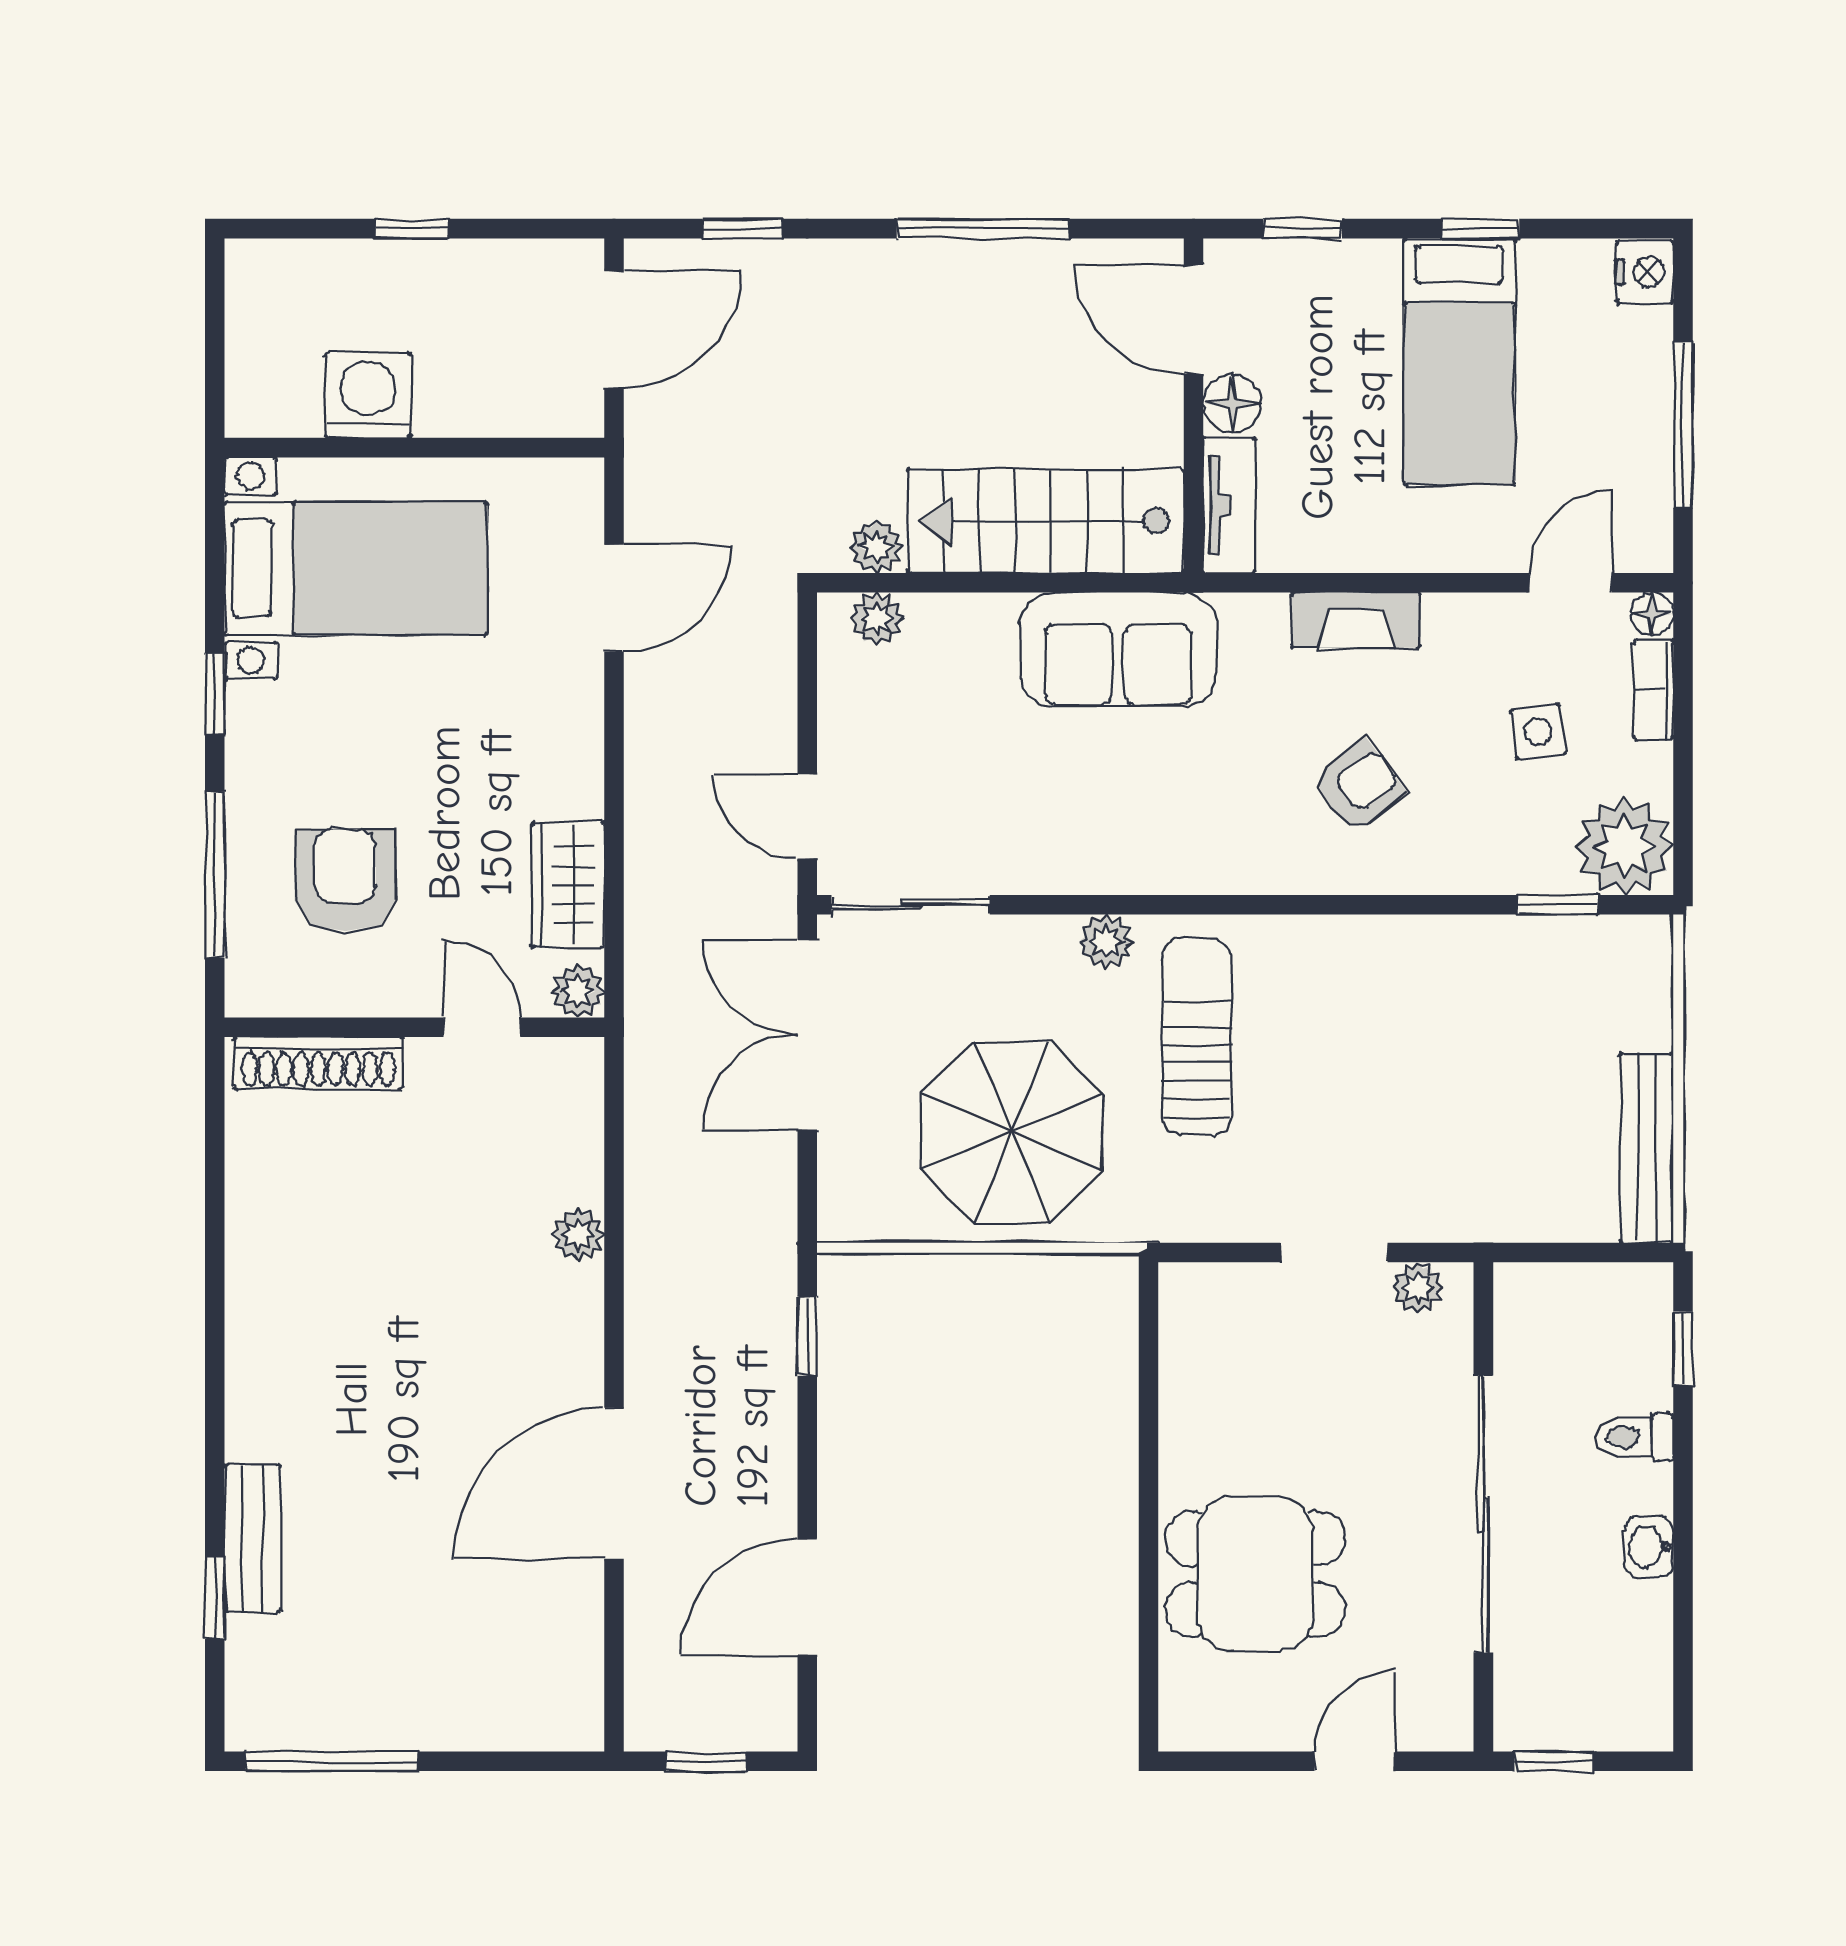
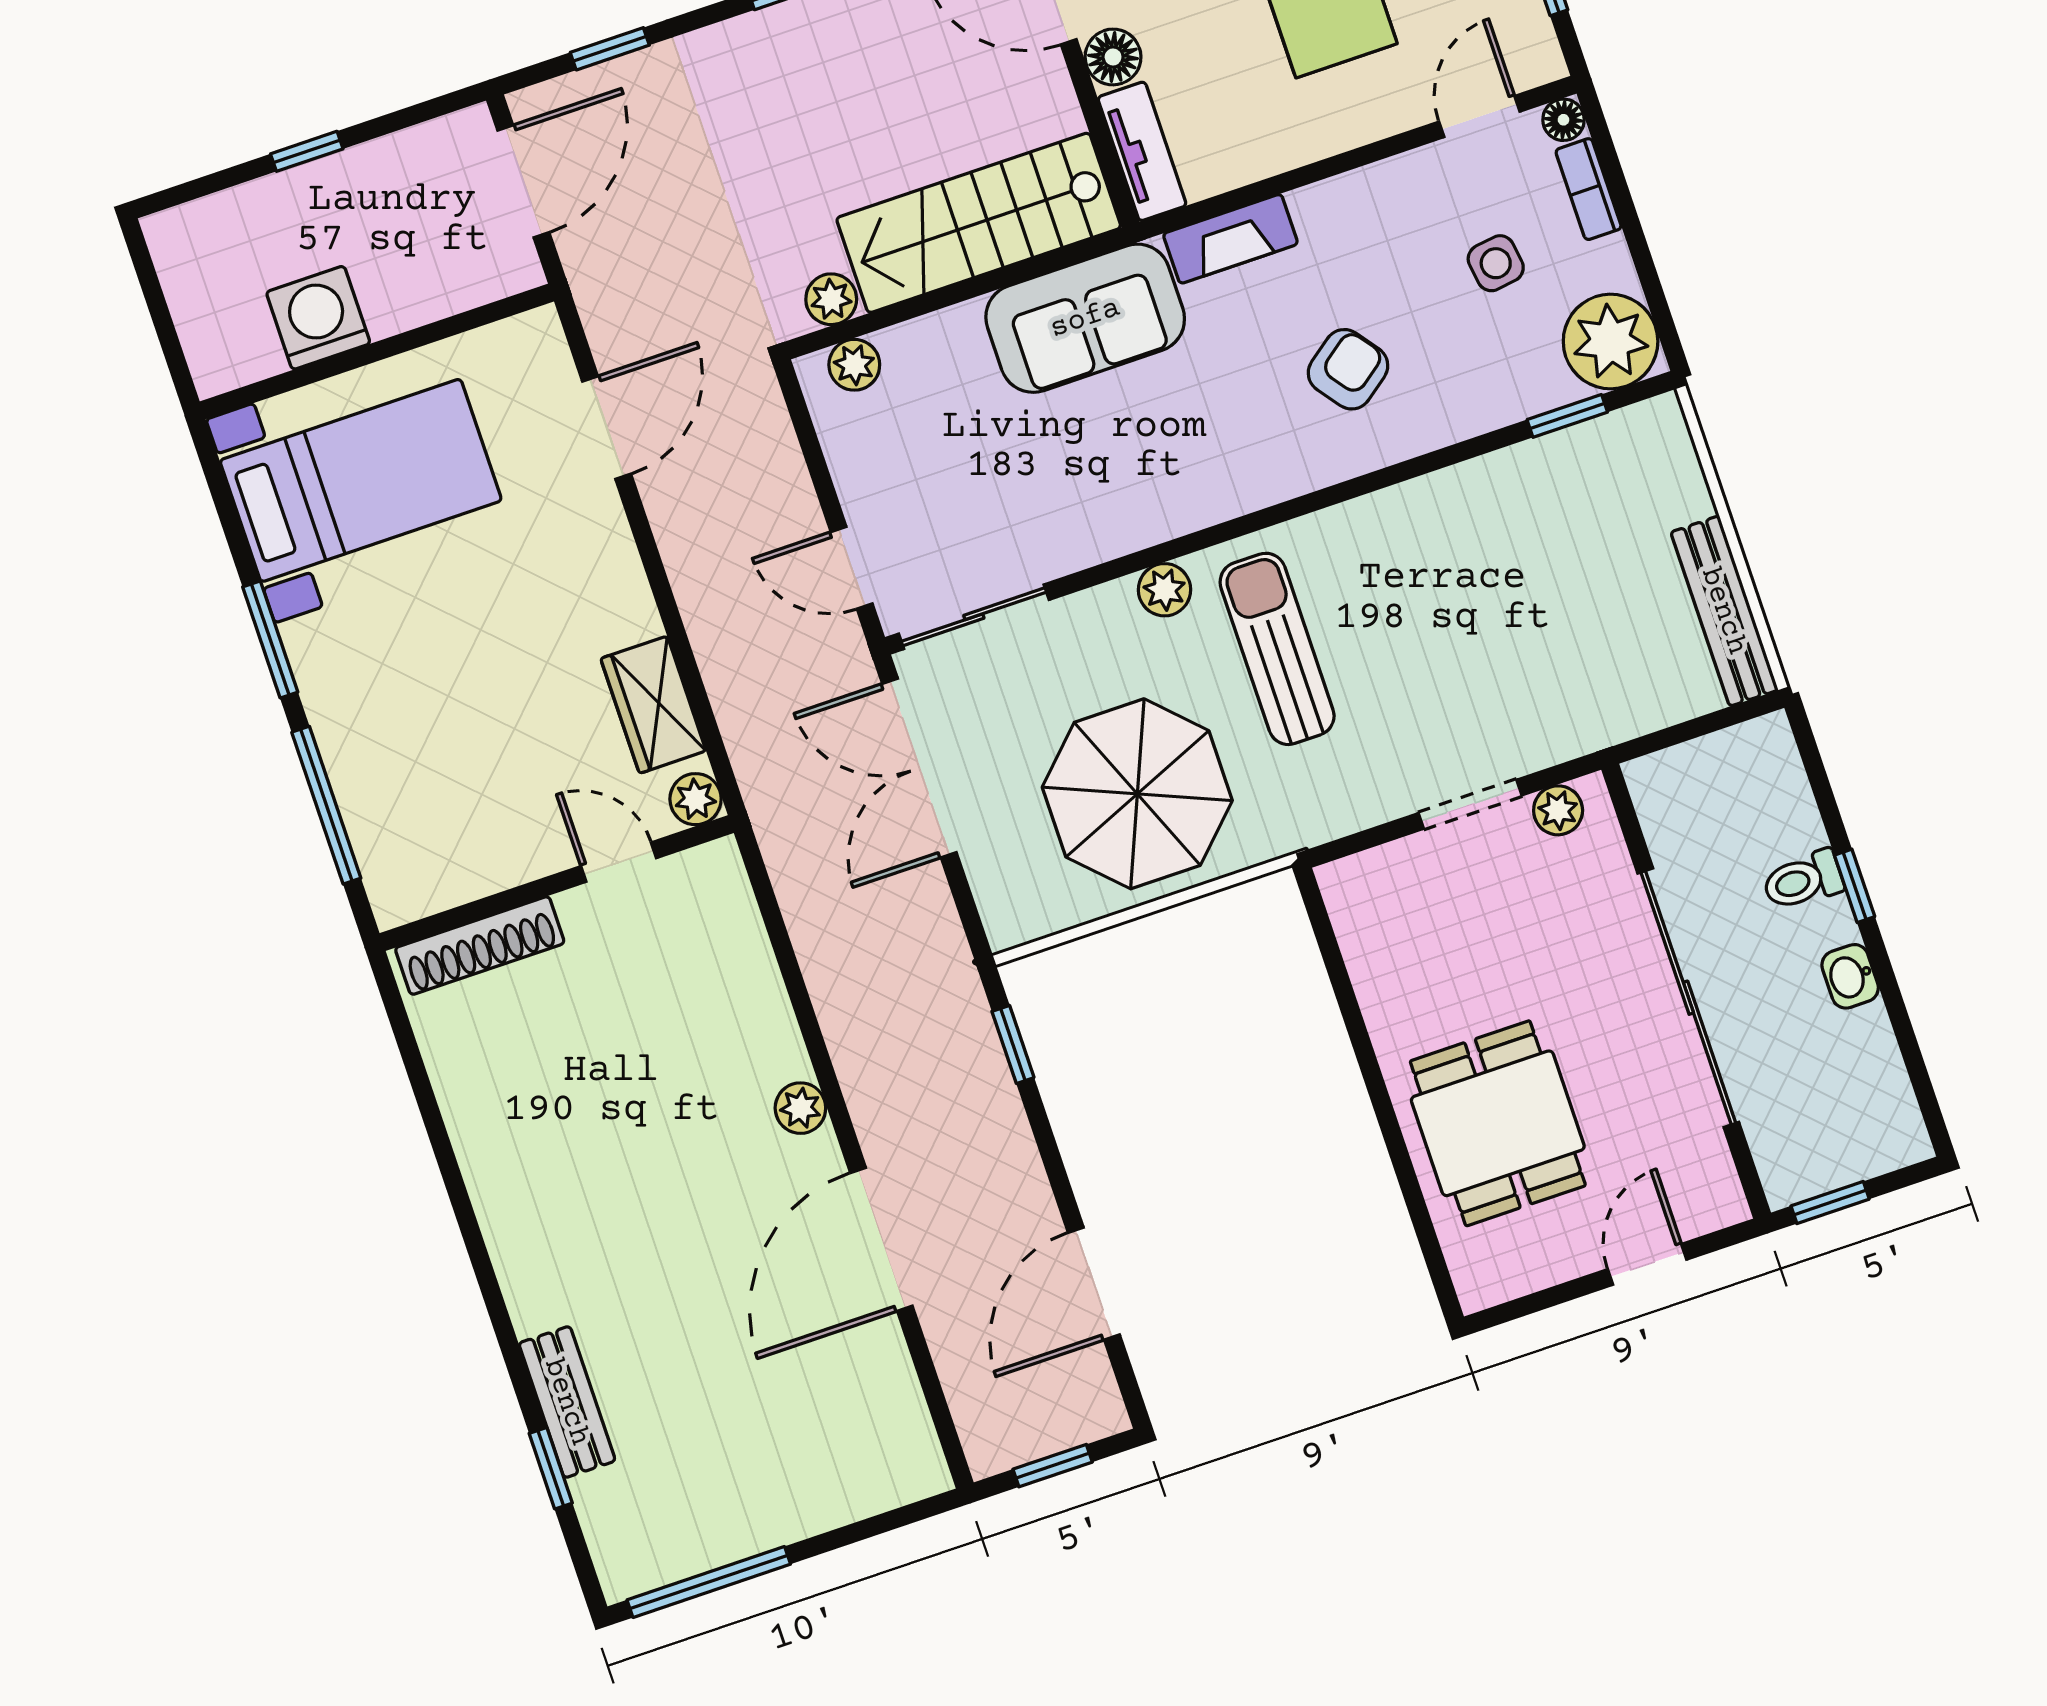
fireplace: (1356, 620) -> (1230, 239), moved
window: (215, 694) -> (270, 639), width x1.50
armchair: (345, 880) -> (448, 770), removed
plant: (578, 1235) -> (800, 1108), moved
window: (1683, 1349) -> (1855, 886), moved
dining table: (1255, 1574) -> (1498, 1123), turned 90

